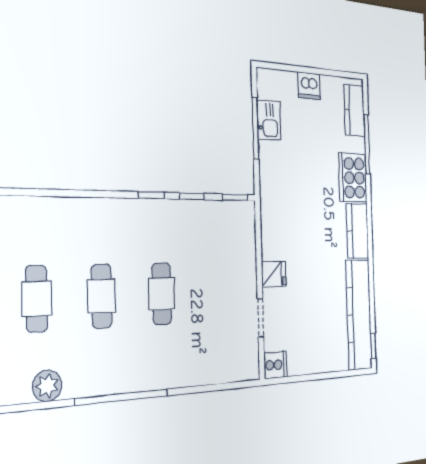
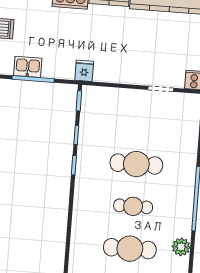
fridge: (274, 274) -> (84, 71), moved
cafe table: (162, 294) -> (136, 164), width x1.37, depth x1.35
cafe table: (37, 299) -> (130, 249), width x1.37, depth x1.35

